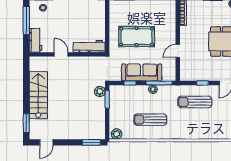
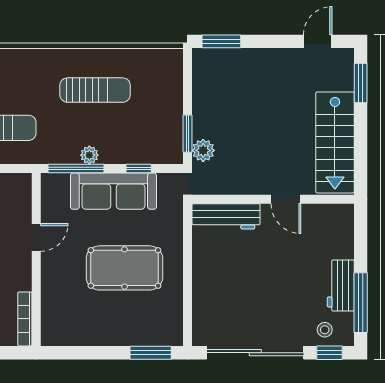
workbench: (36, 40) -> (341, 285), moved
workbench: (89, 46) -> (226, 216), moved
door: (61, 54) -> (286, 199), moved
wall: (67, 54) -> (273, 199), moved
plant: (117, 134) -> (167, 59), removed

